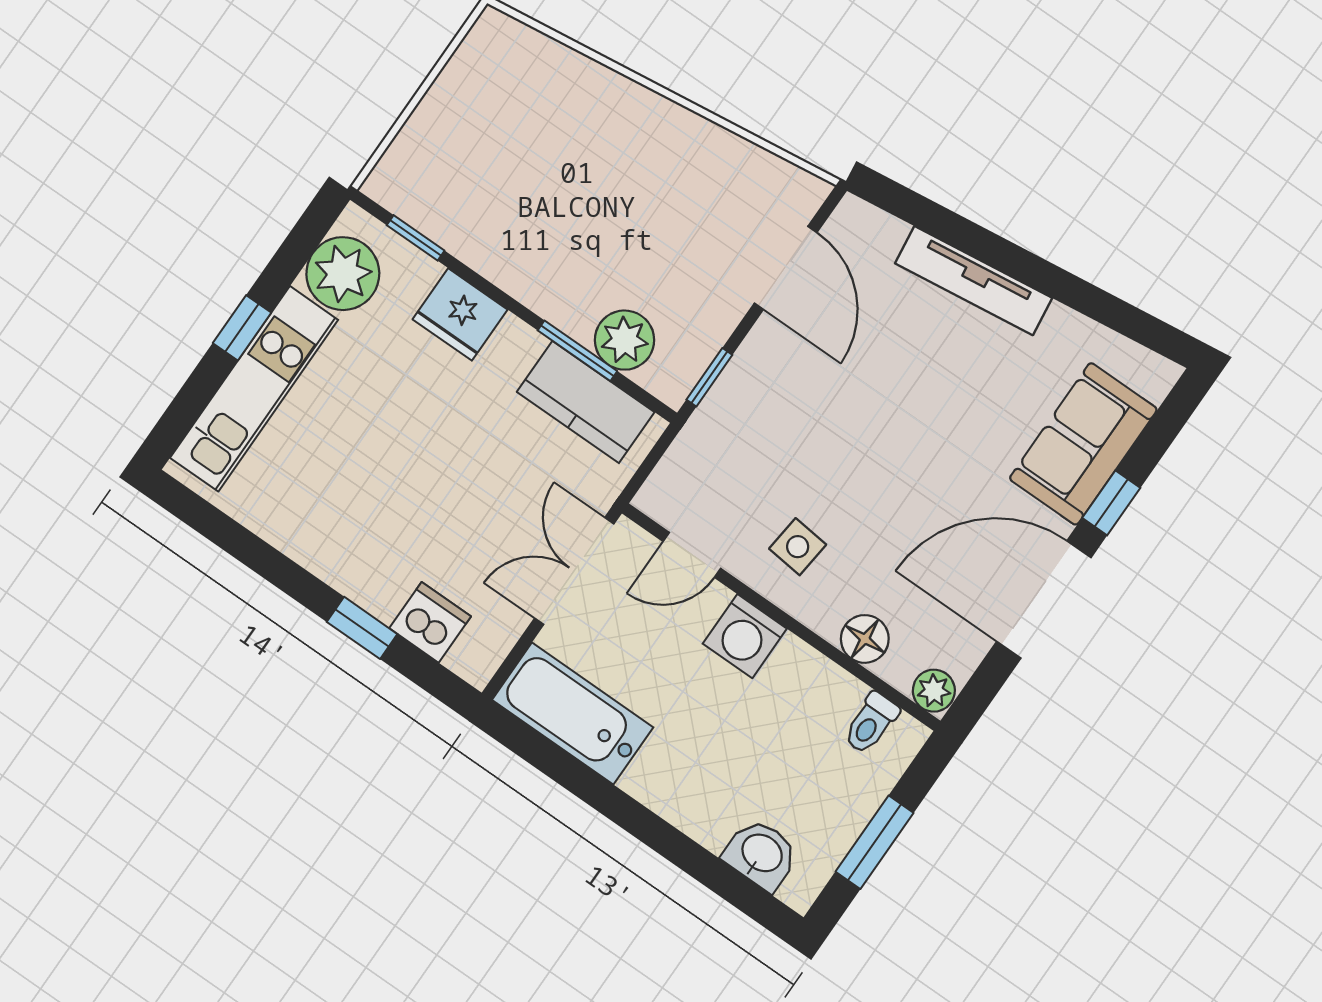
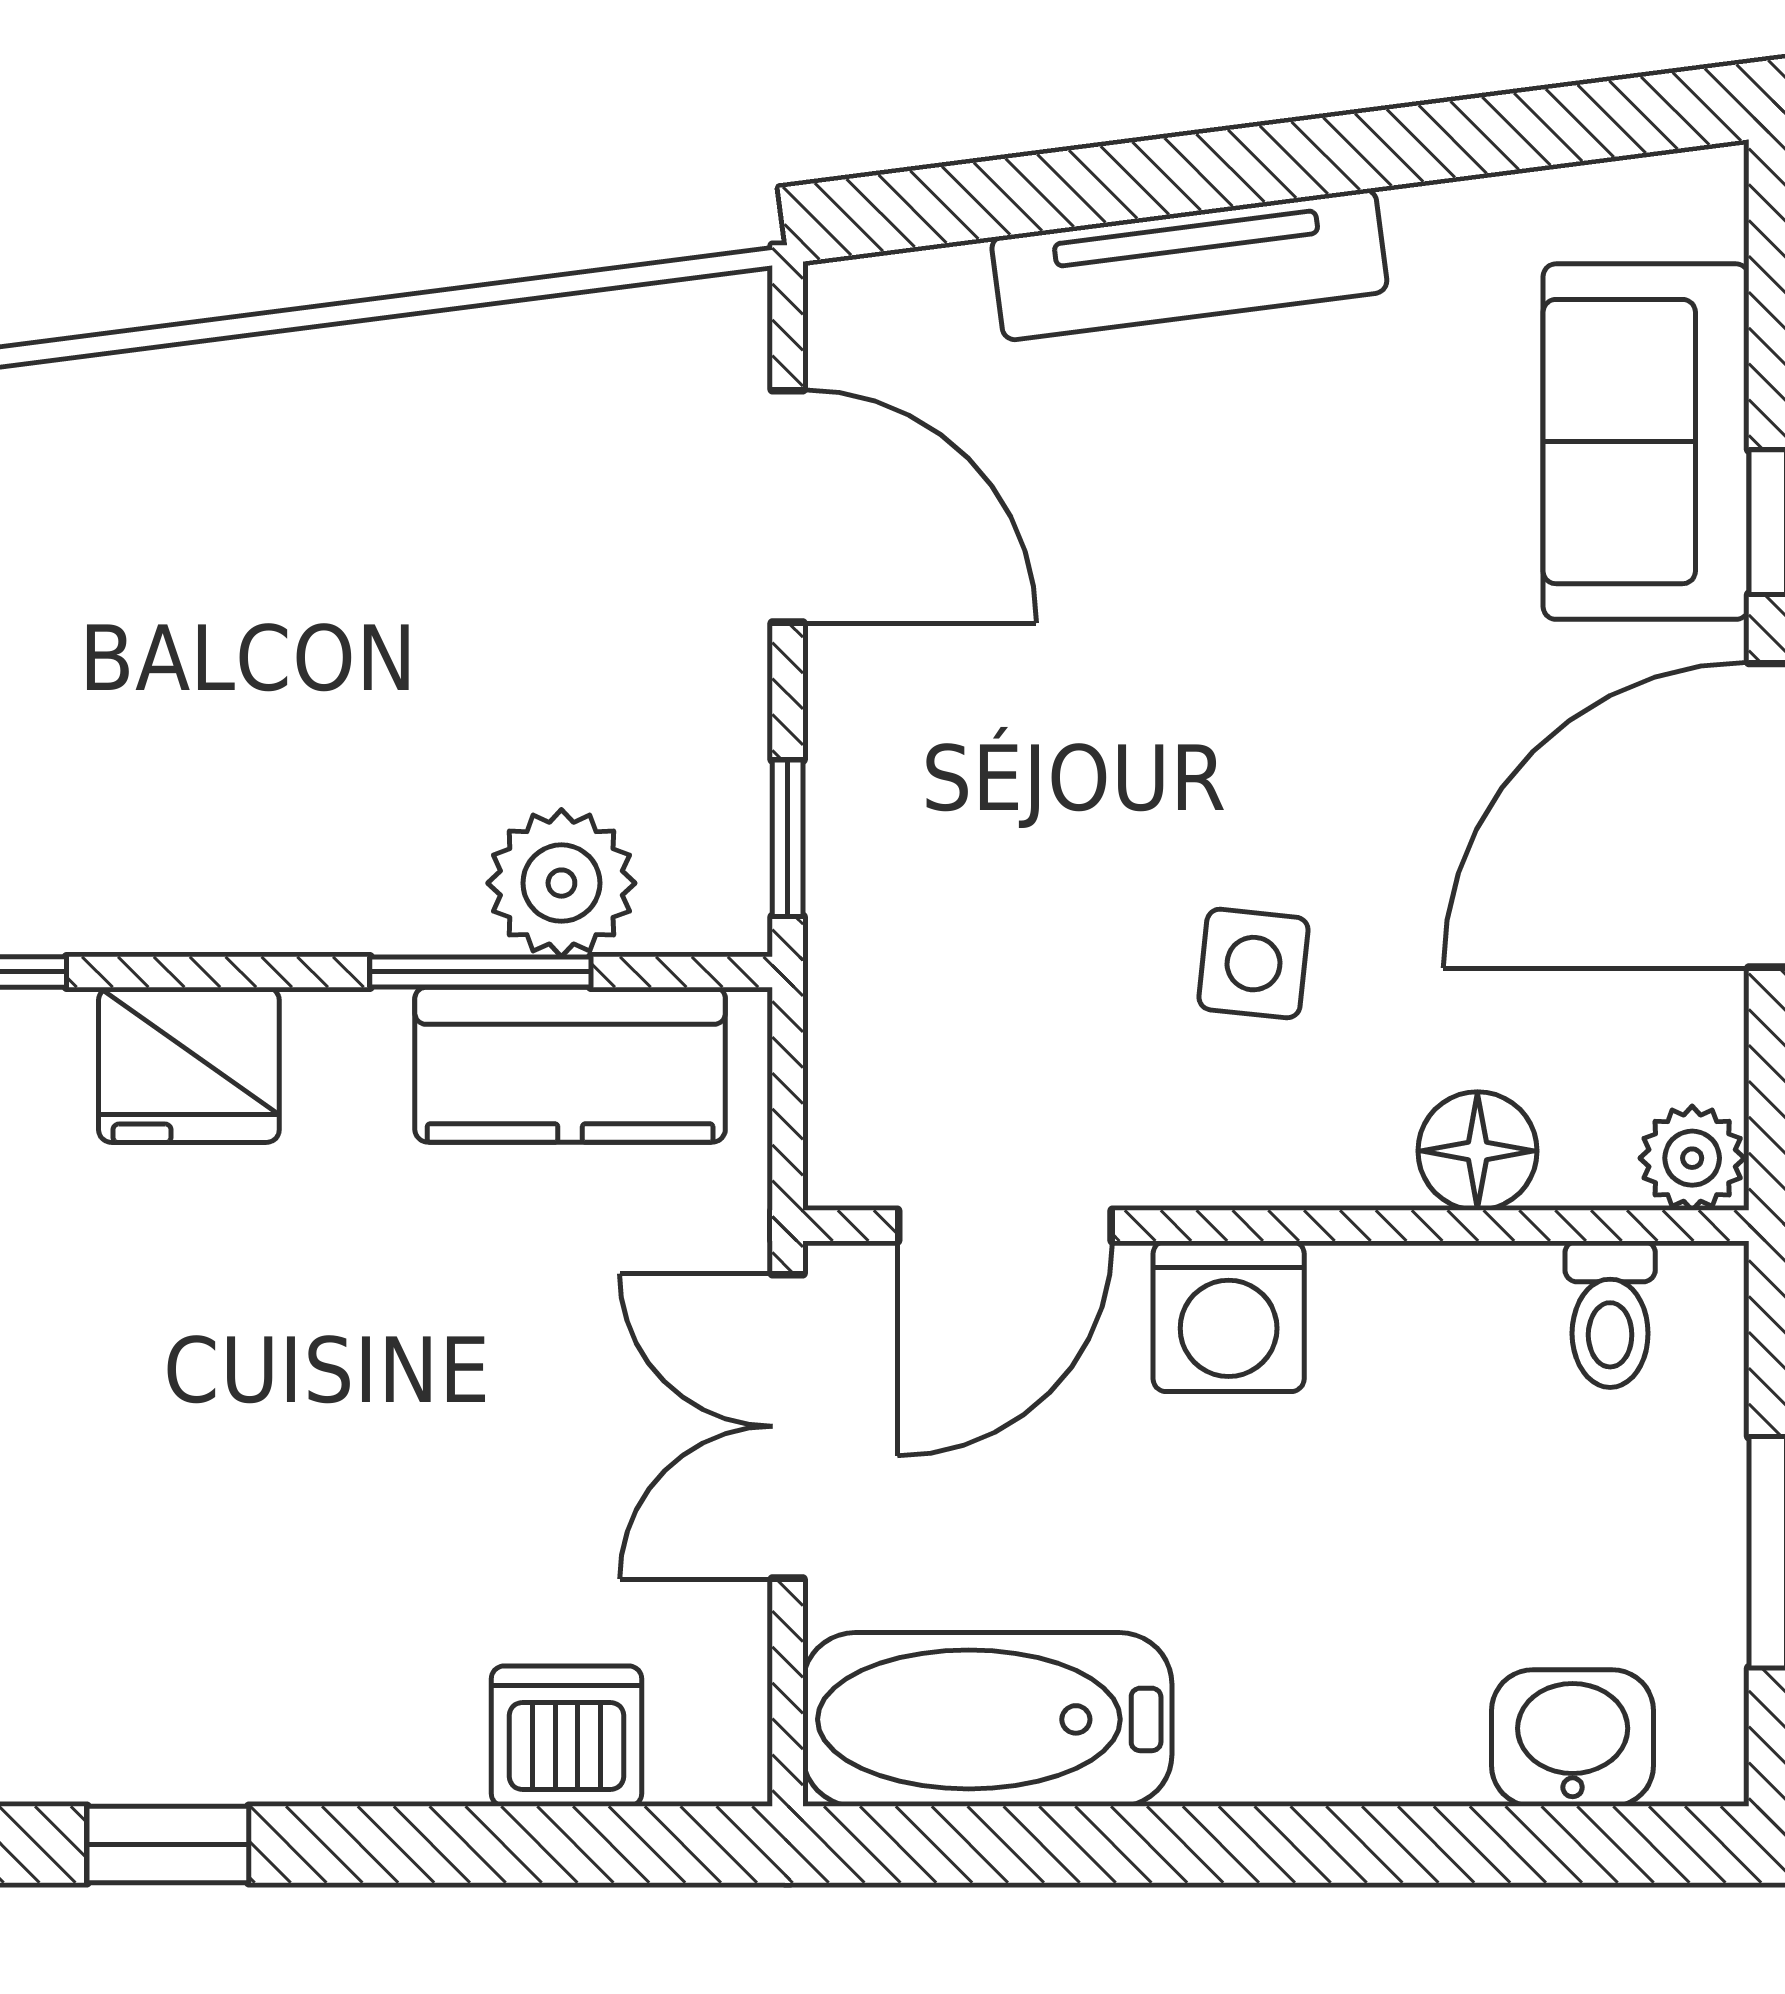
side table: (798, 547) -> (1253, 964), moved
door: (692, 555) -> (1005, 1226), width x1.38
window: (362, 628) -> (168, 1844), moved

